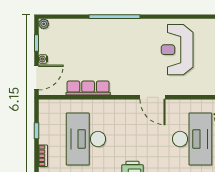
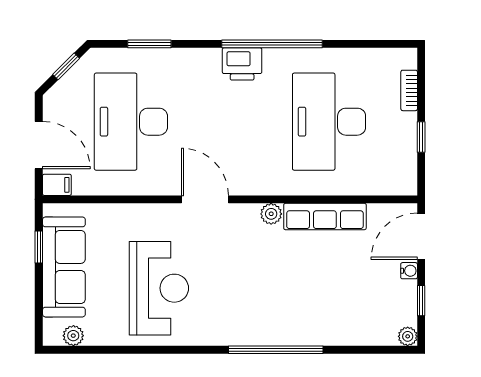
plant: (117, 90) -> (271, 214), added
desk: (86, 139) -> (329, 122), turned 180

